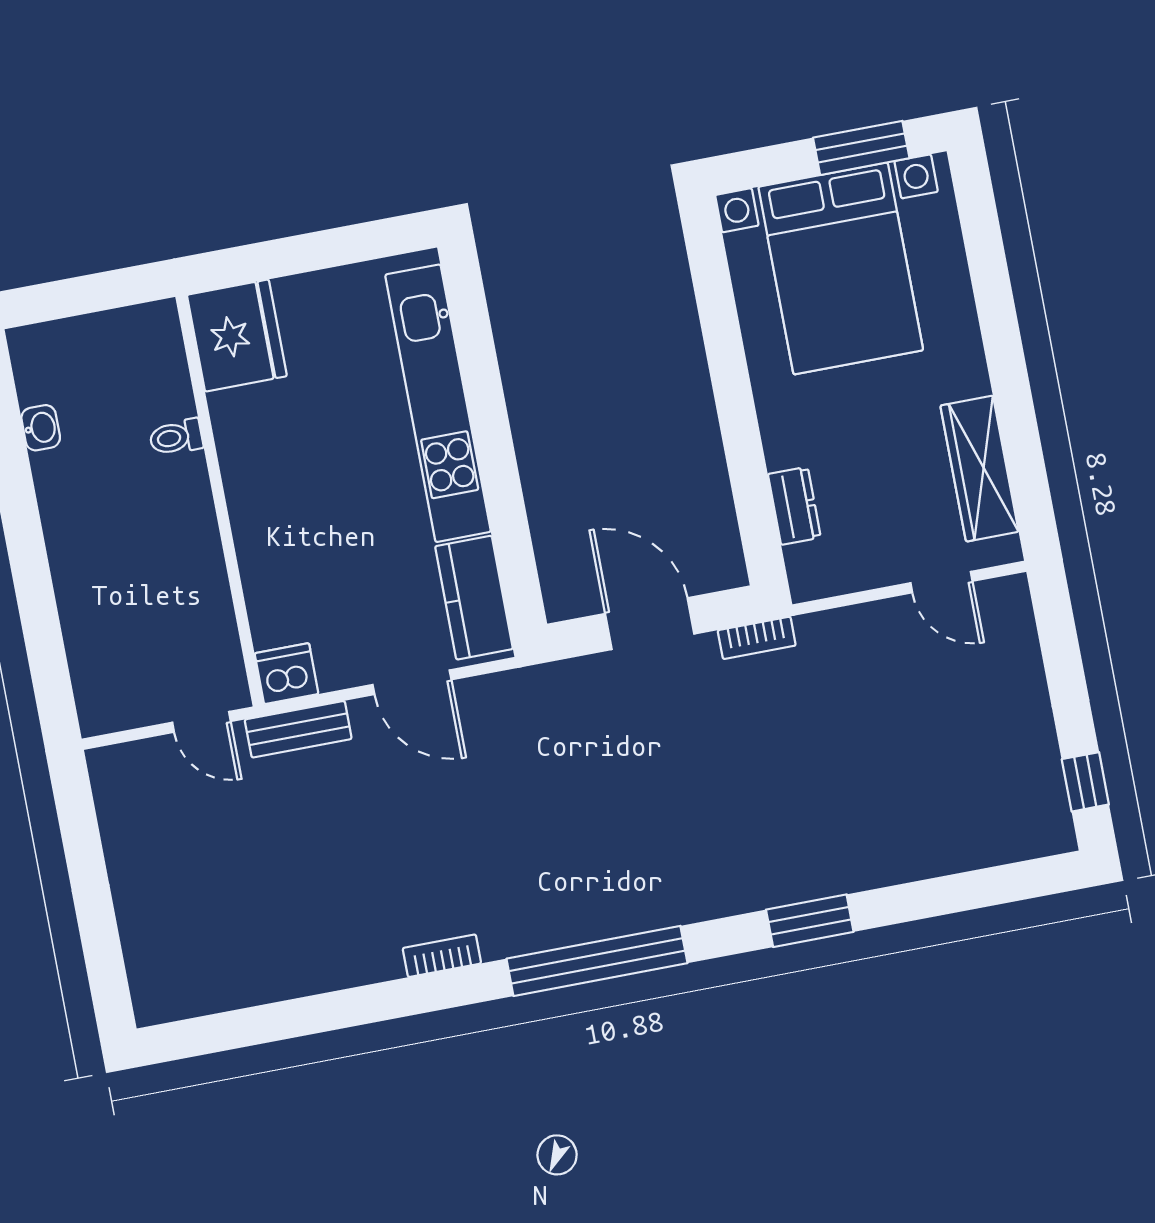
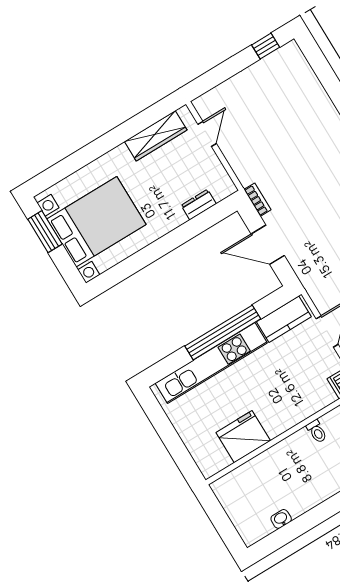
fridge: (237, 335) -> (243, 437), moved
toilet: (176, 437) -> (317, 431), moved
window: (495, 453) -> (223, 332), added
door: (650, 624) -> (268, 245), hinge flipped

